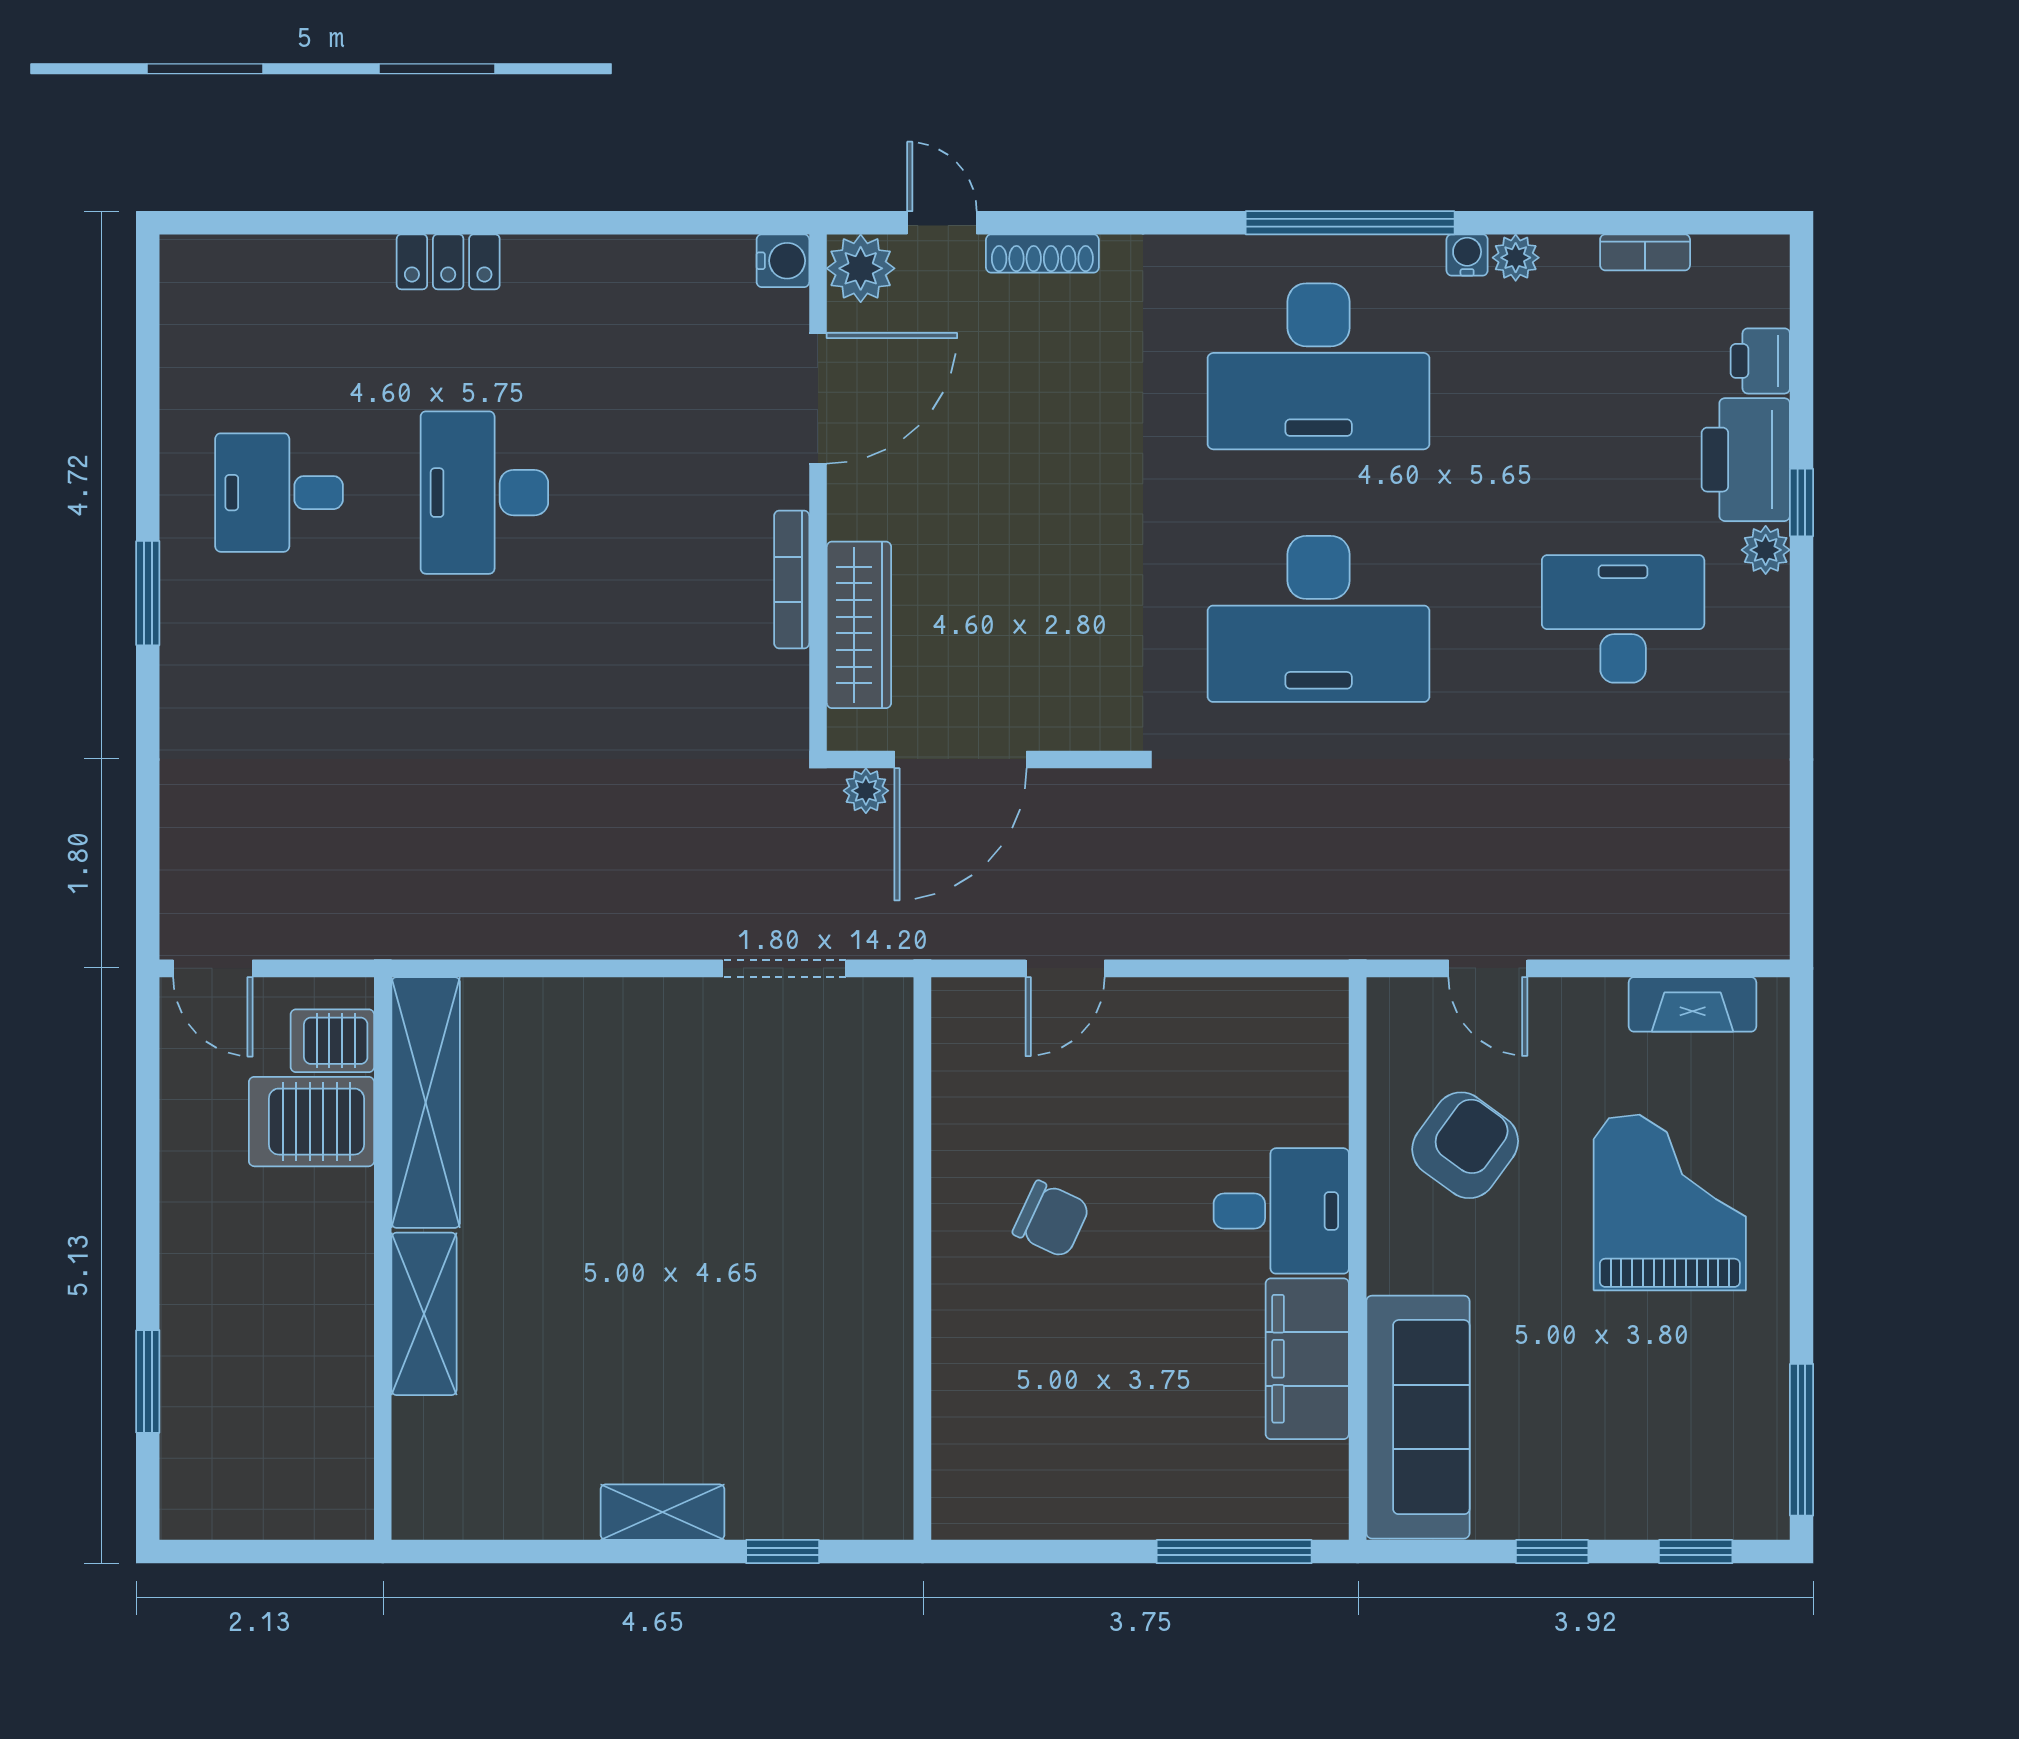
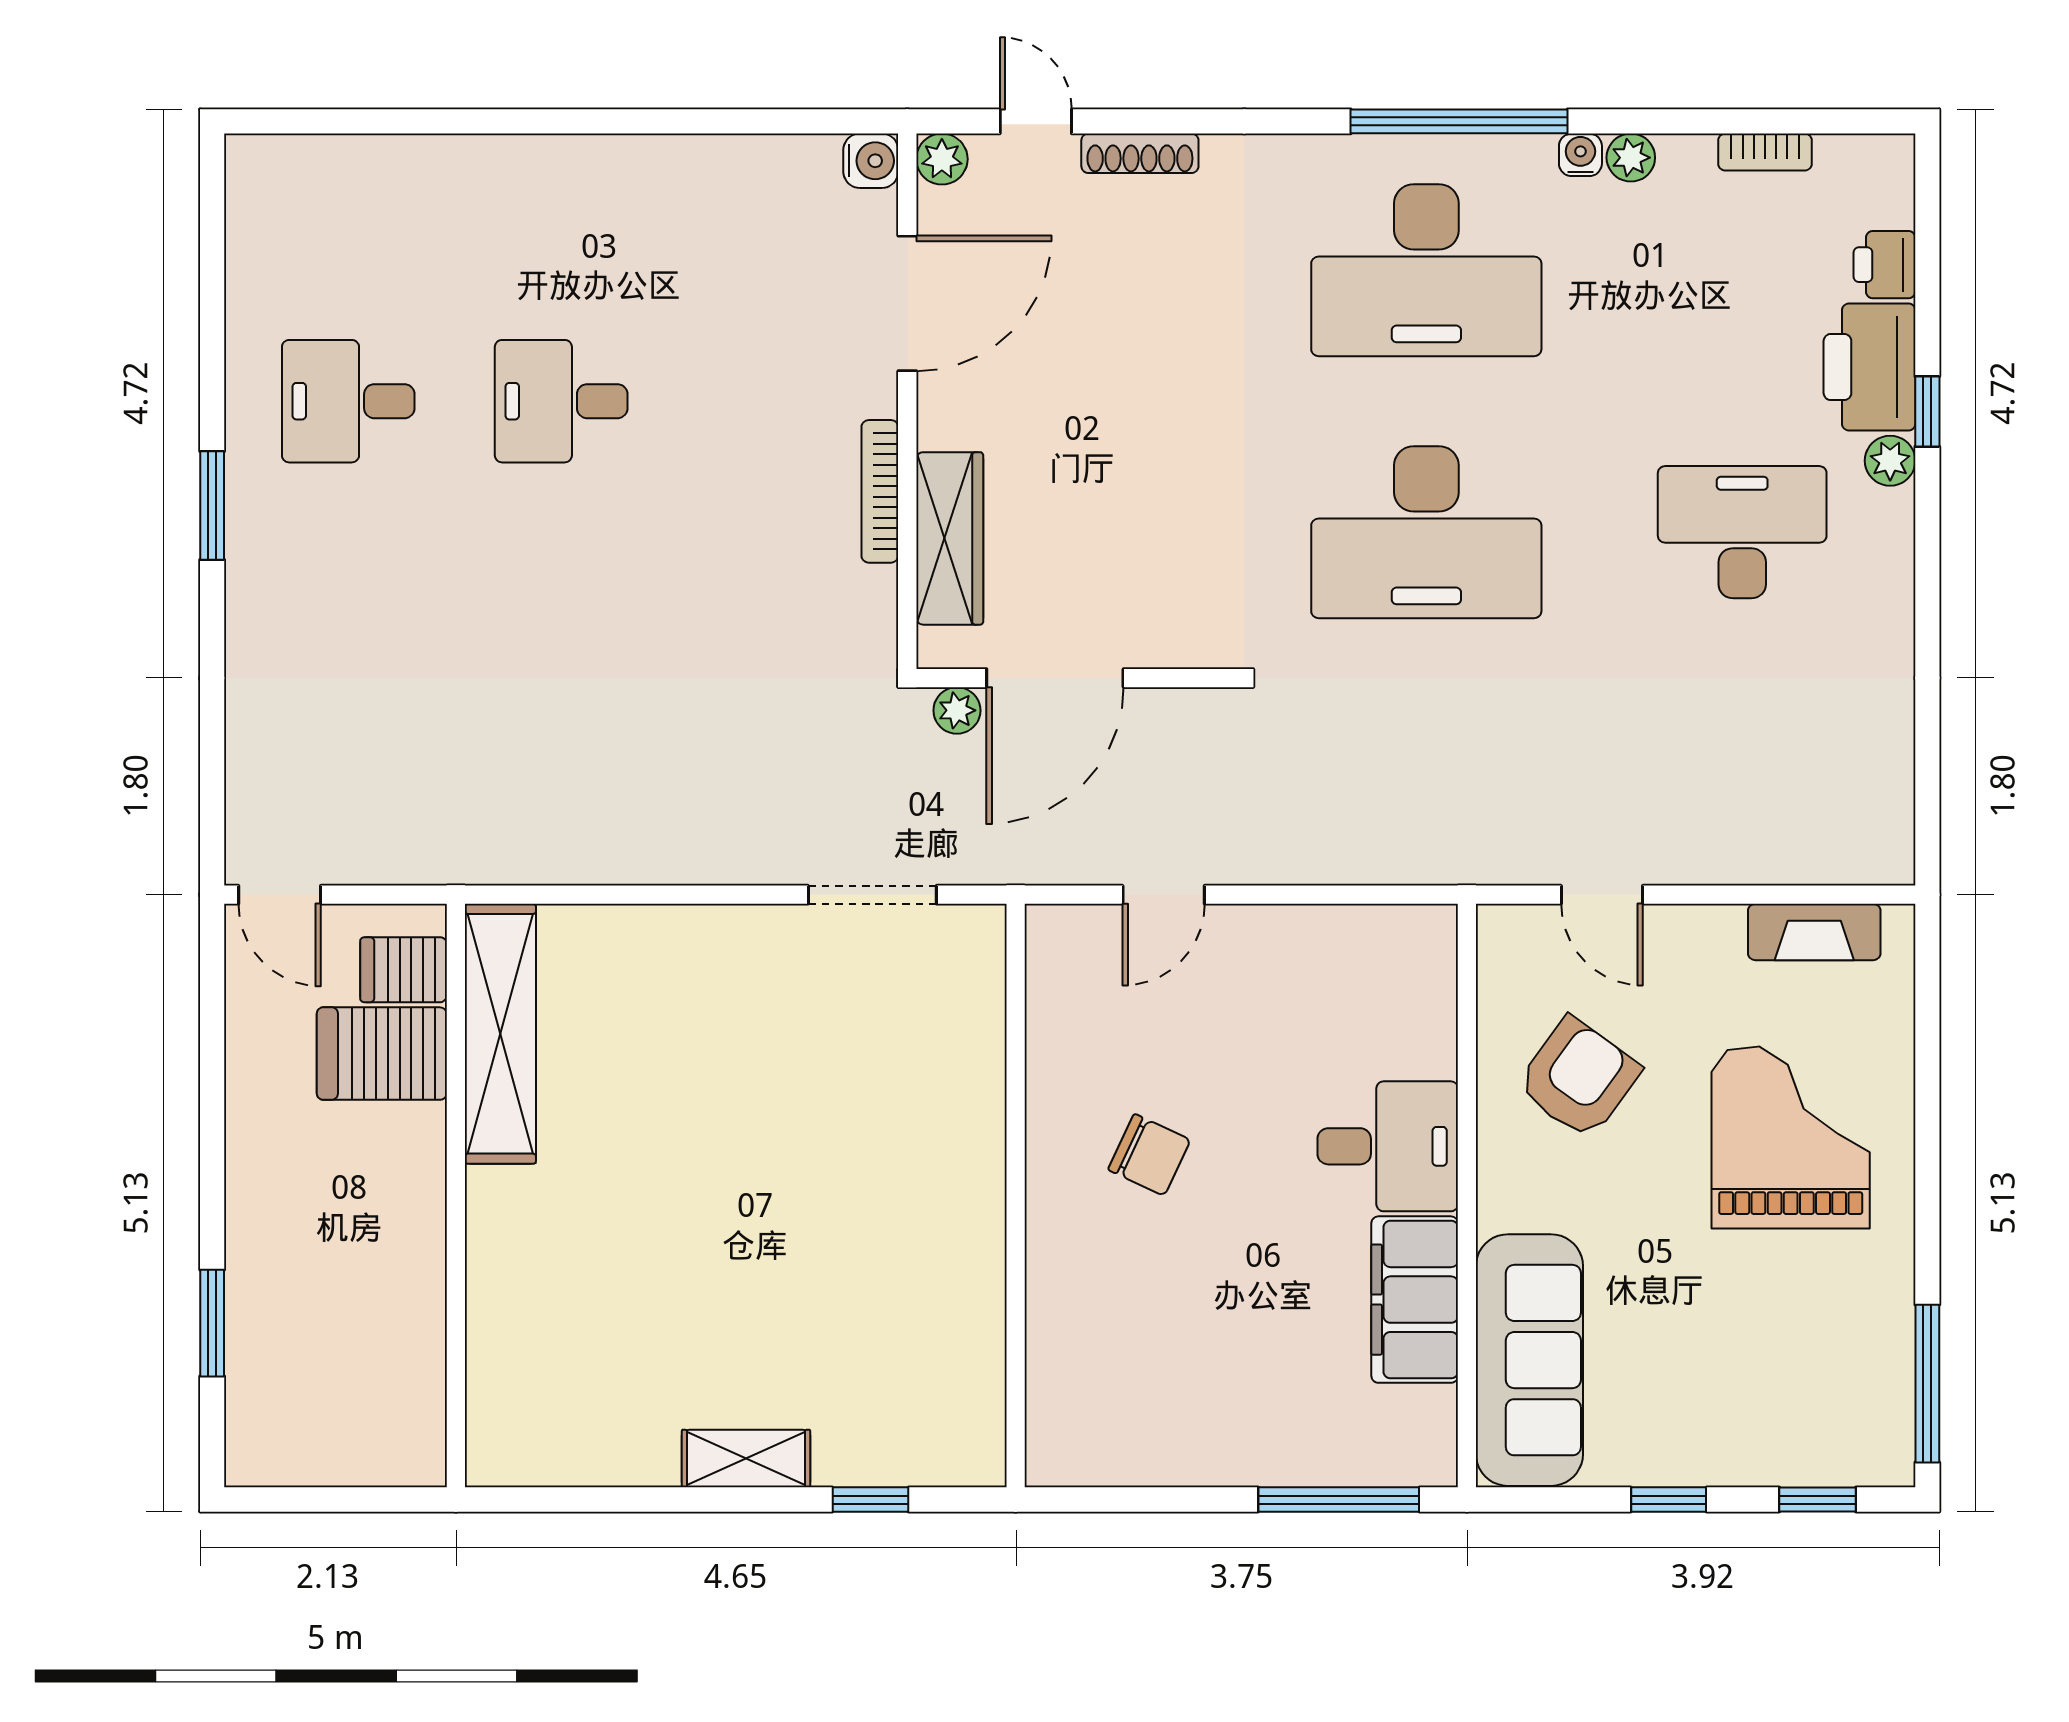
locker: (448, 262) -> (524, 162), removed
plant: (861, 268) -> (942, 159), width x0.73, depth x0.73
desk: (484, 493) -> (561, 401), width x0.73
shelving: (424, 1314) -> (499, 1253), removed

